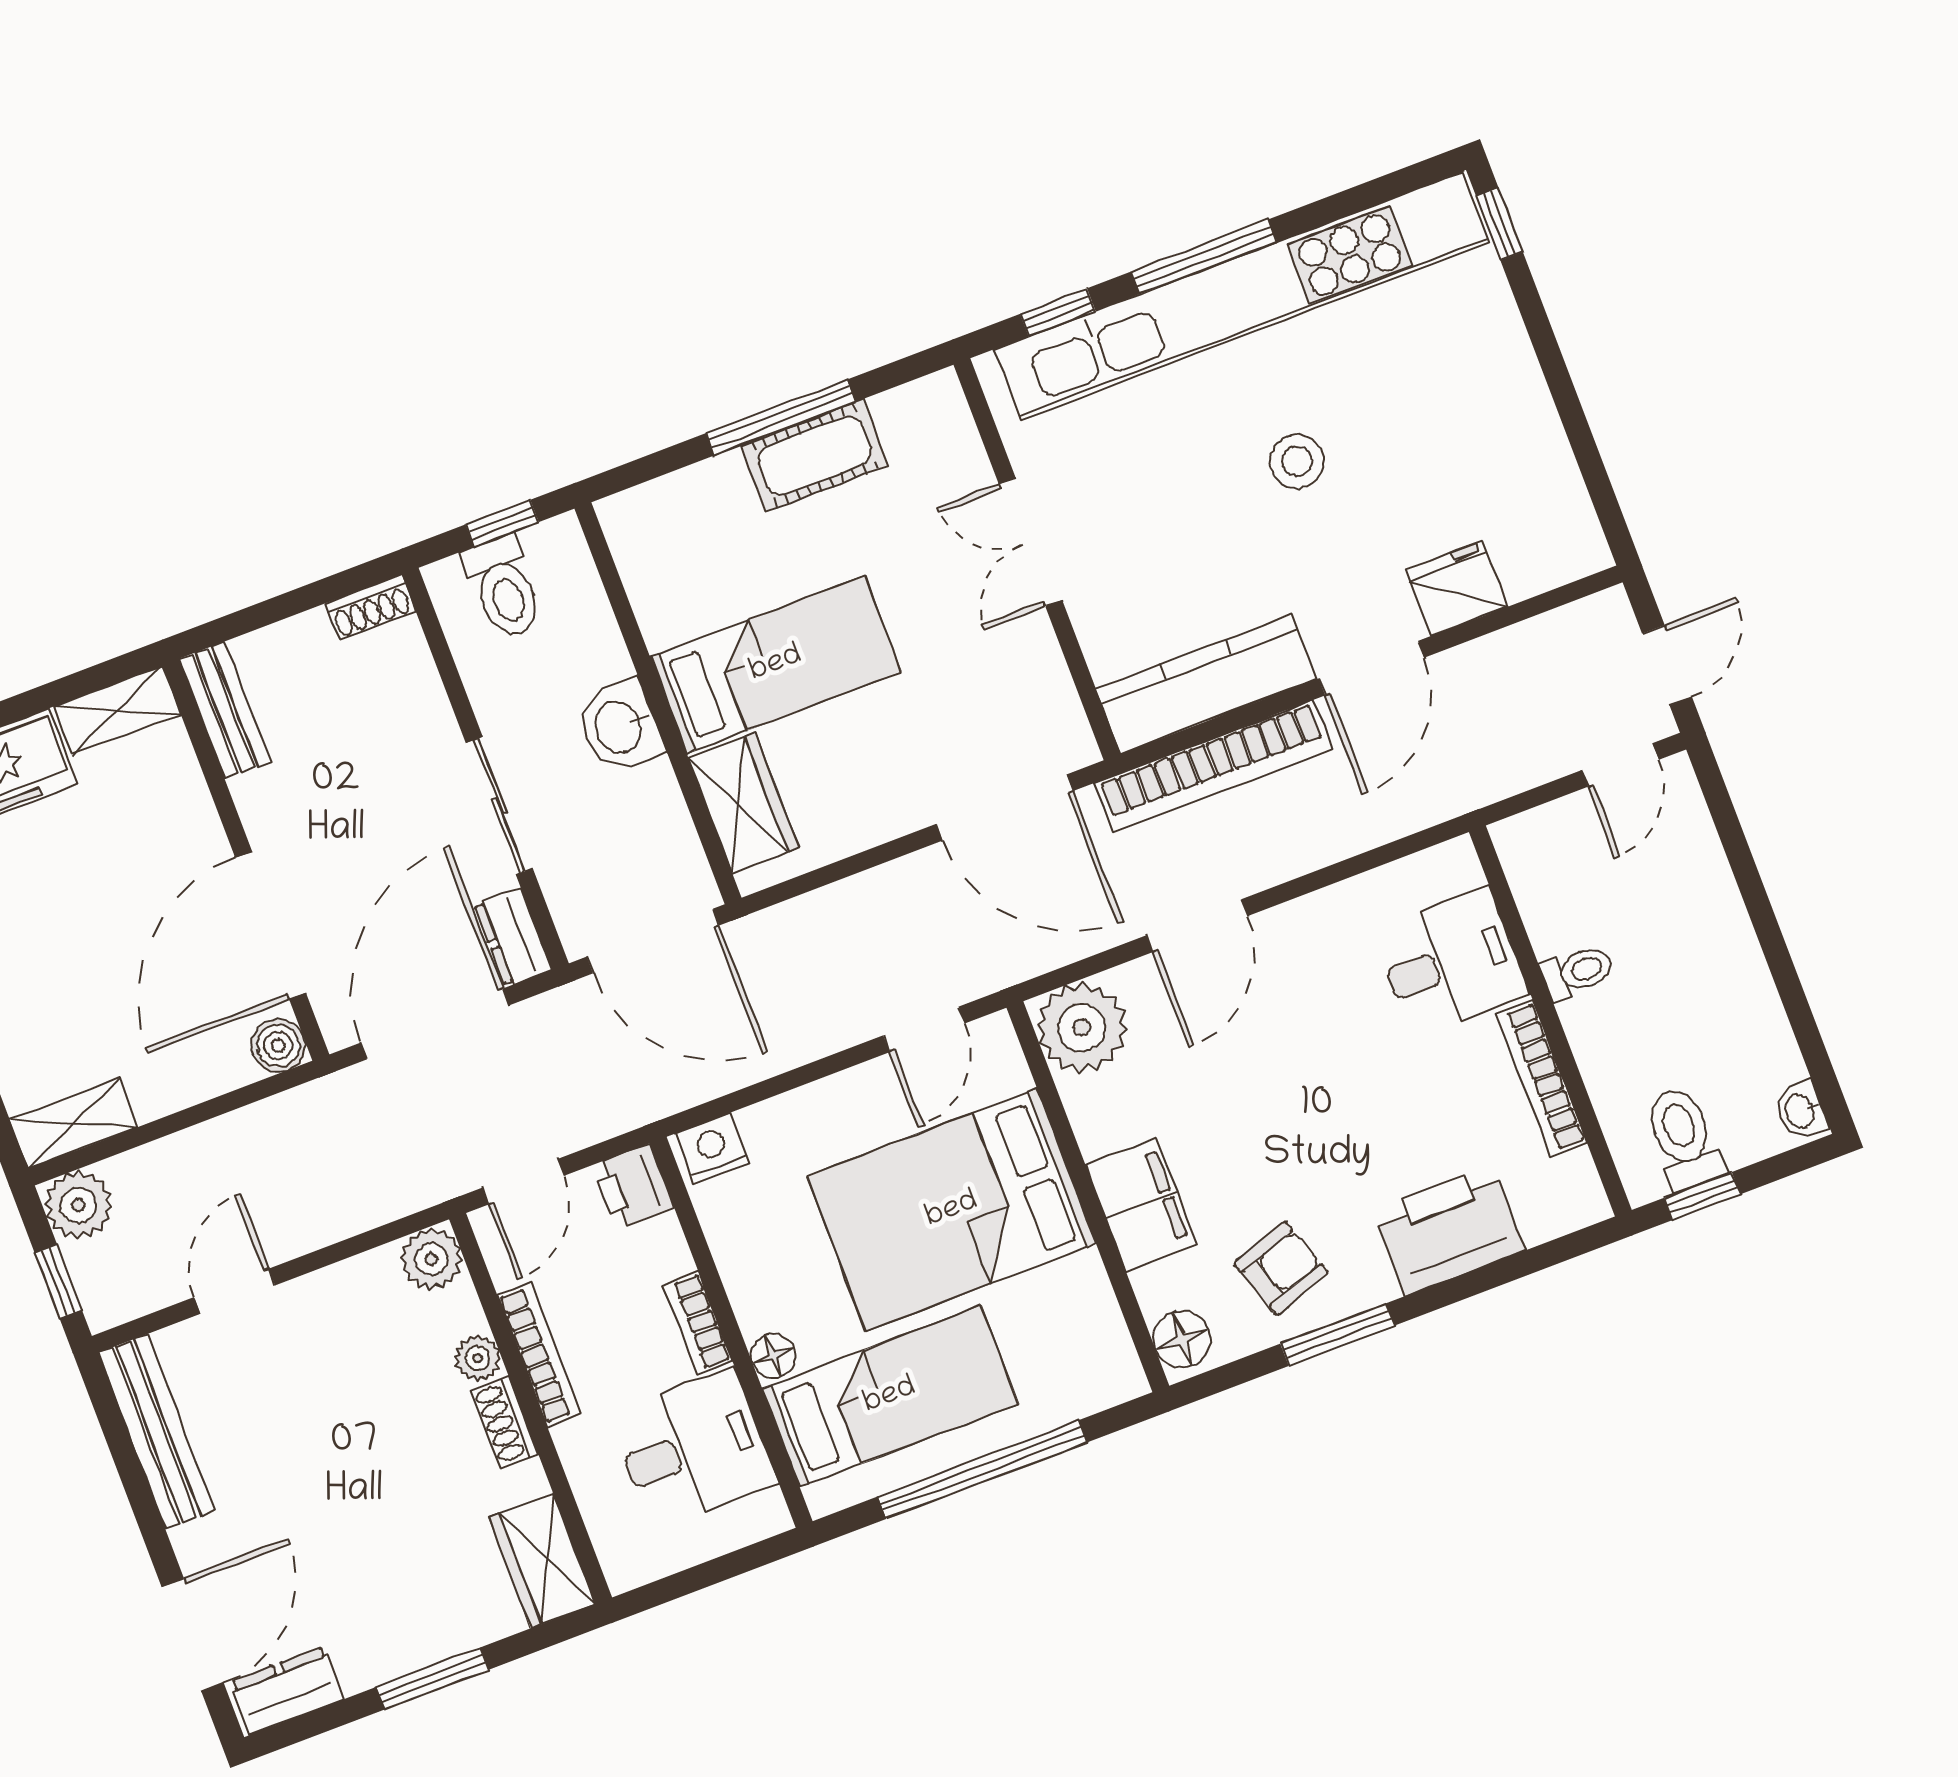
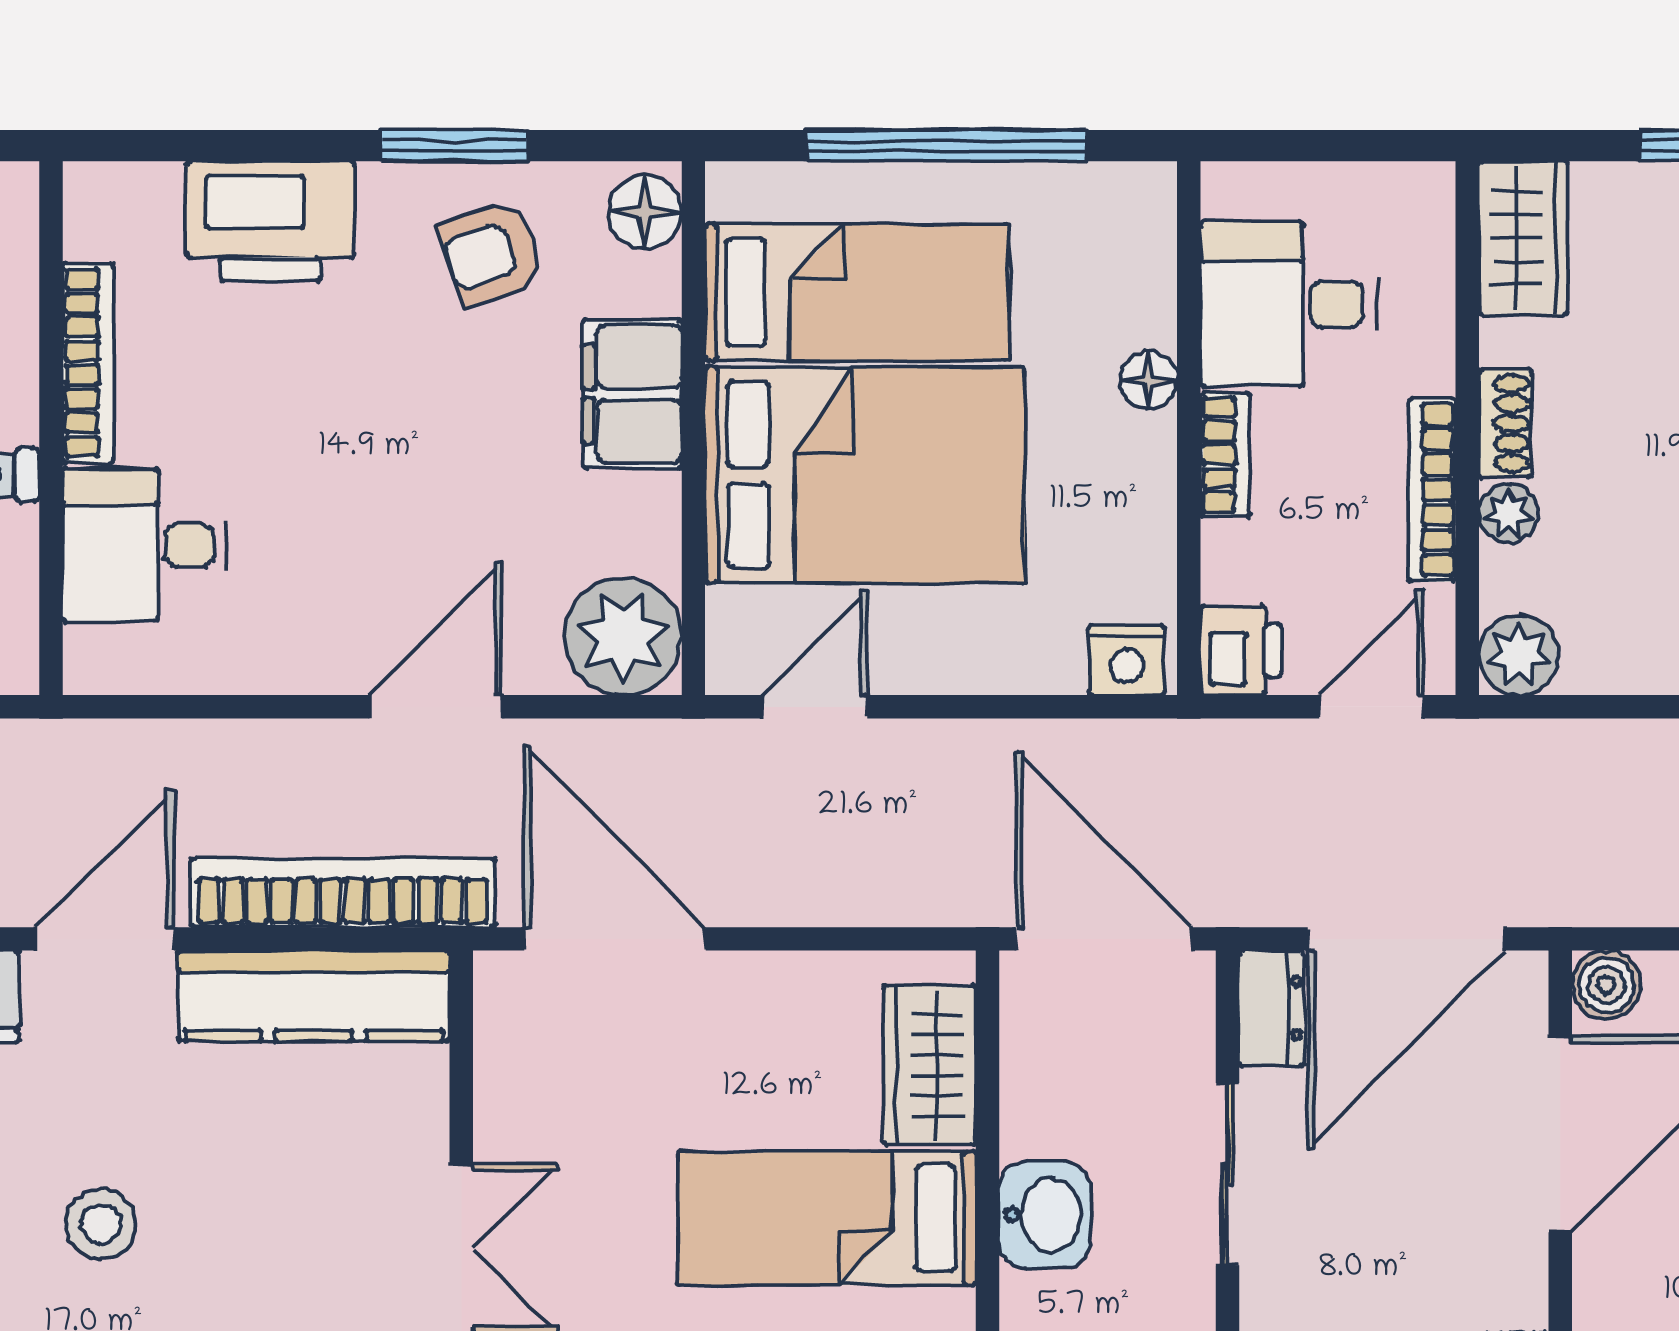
bed: (890, 1396) -> (857, 292), moved, turned 180

